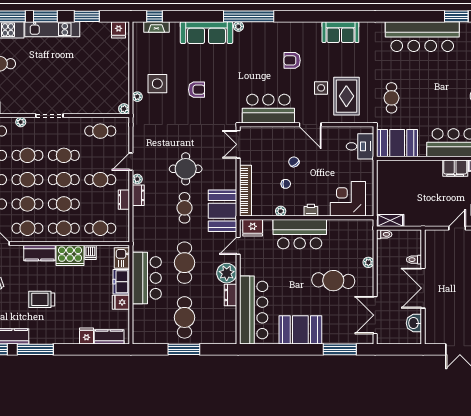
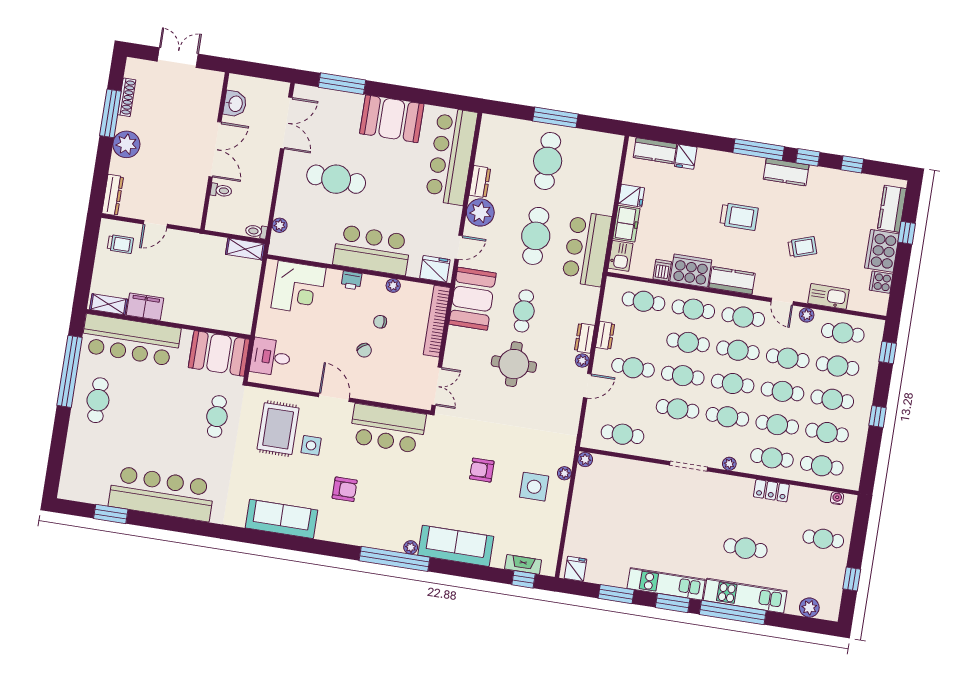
sofa: (340, 32) -> (281, 519), width x1.36
plant: (368, 262) -> (280, 225), moved
bar counter: (147, 278) -> (587, 249), moved

